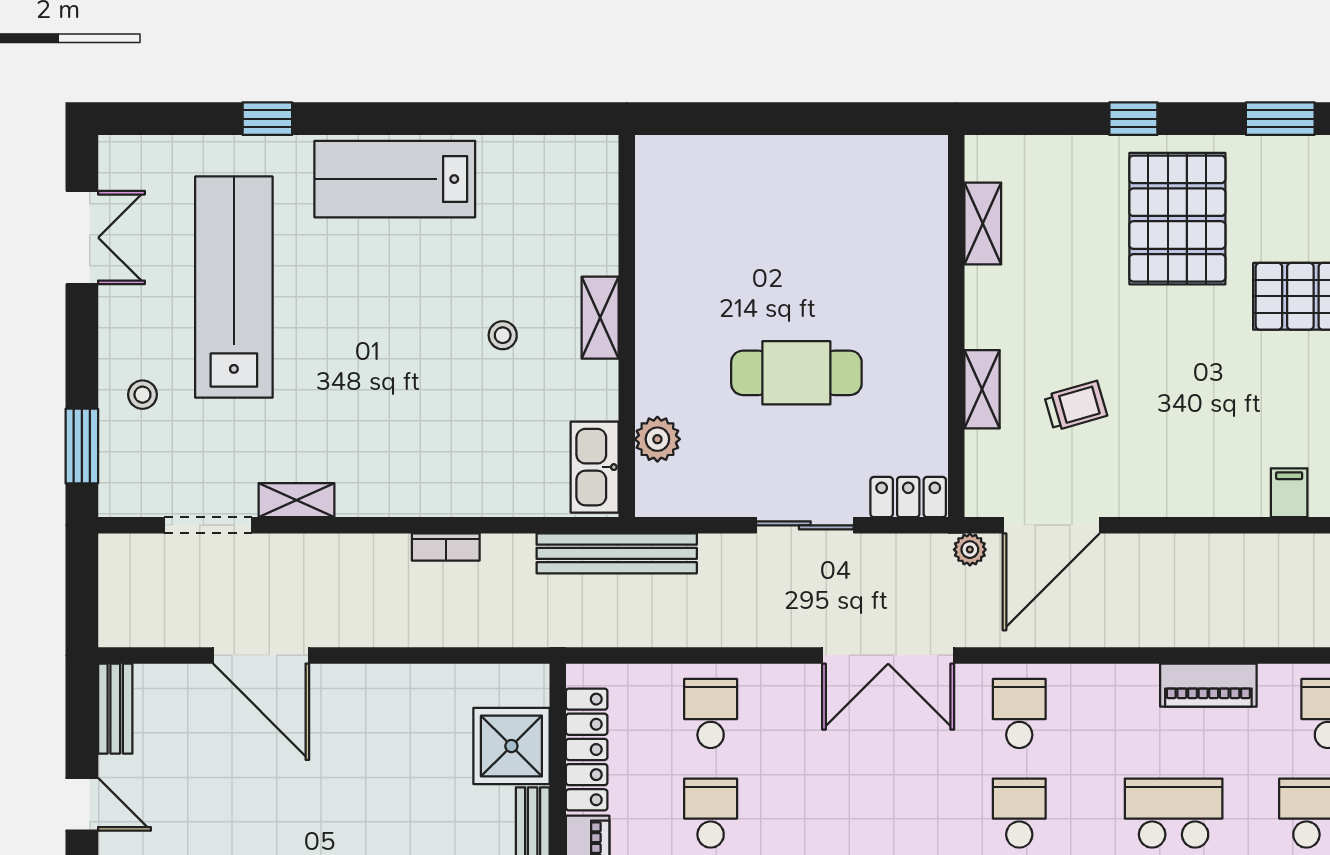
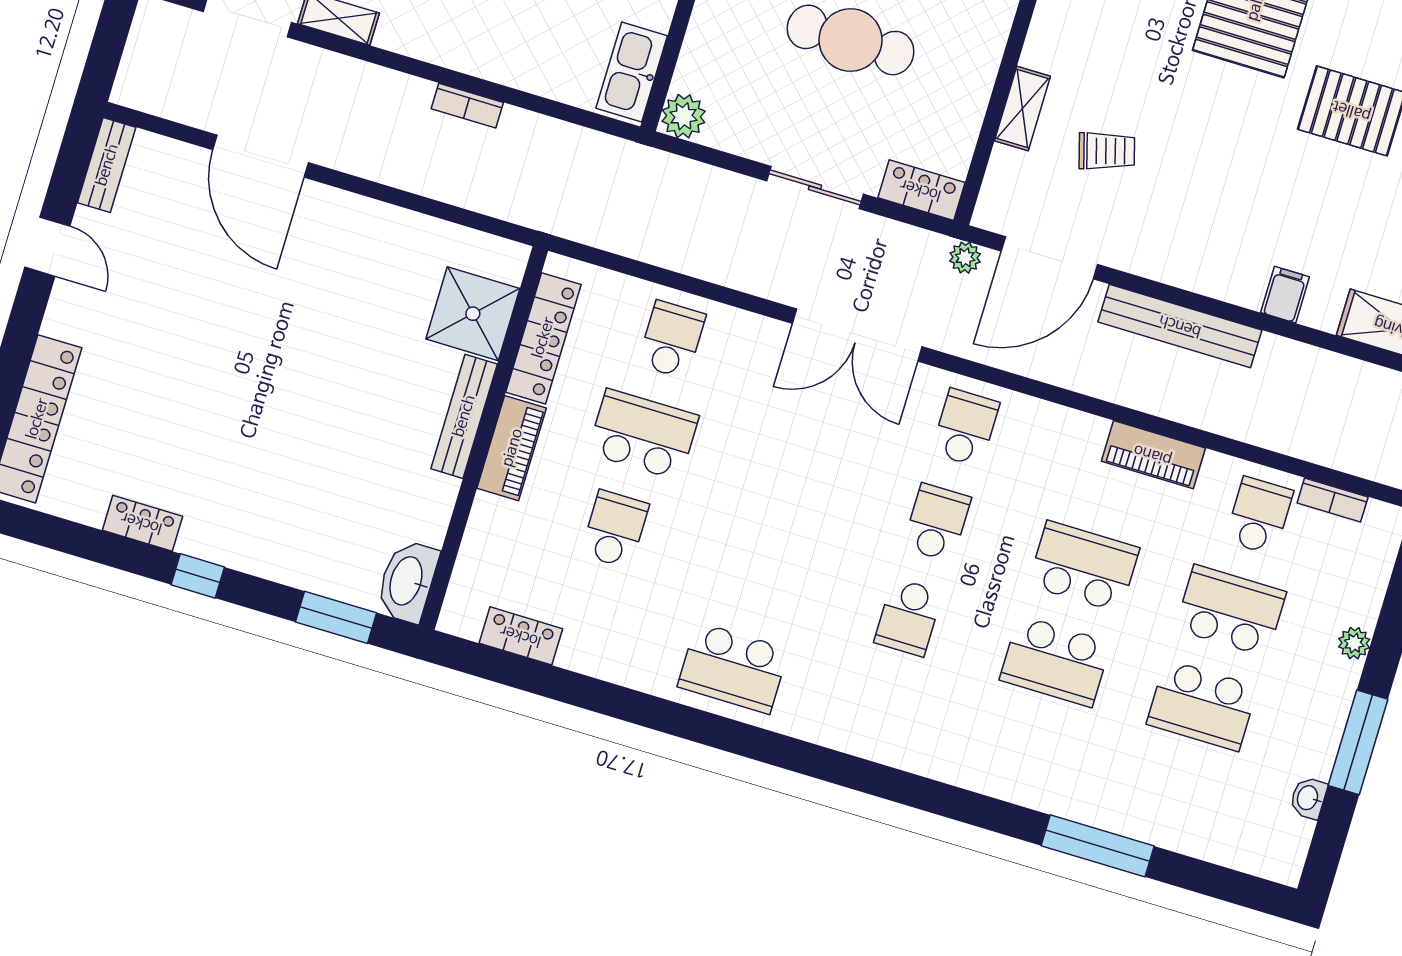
plant: (657, 439) -> (684, 116), moved
bench: (617, 553) -> (1180, 326), moved
school desk: (711, 813) -> (643, 434), width x1.85

